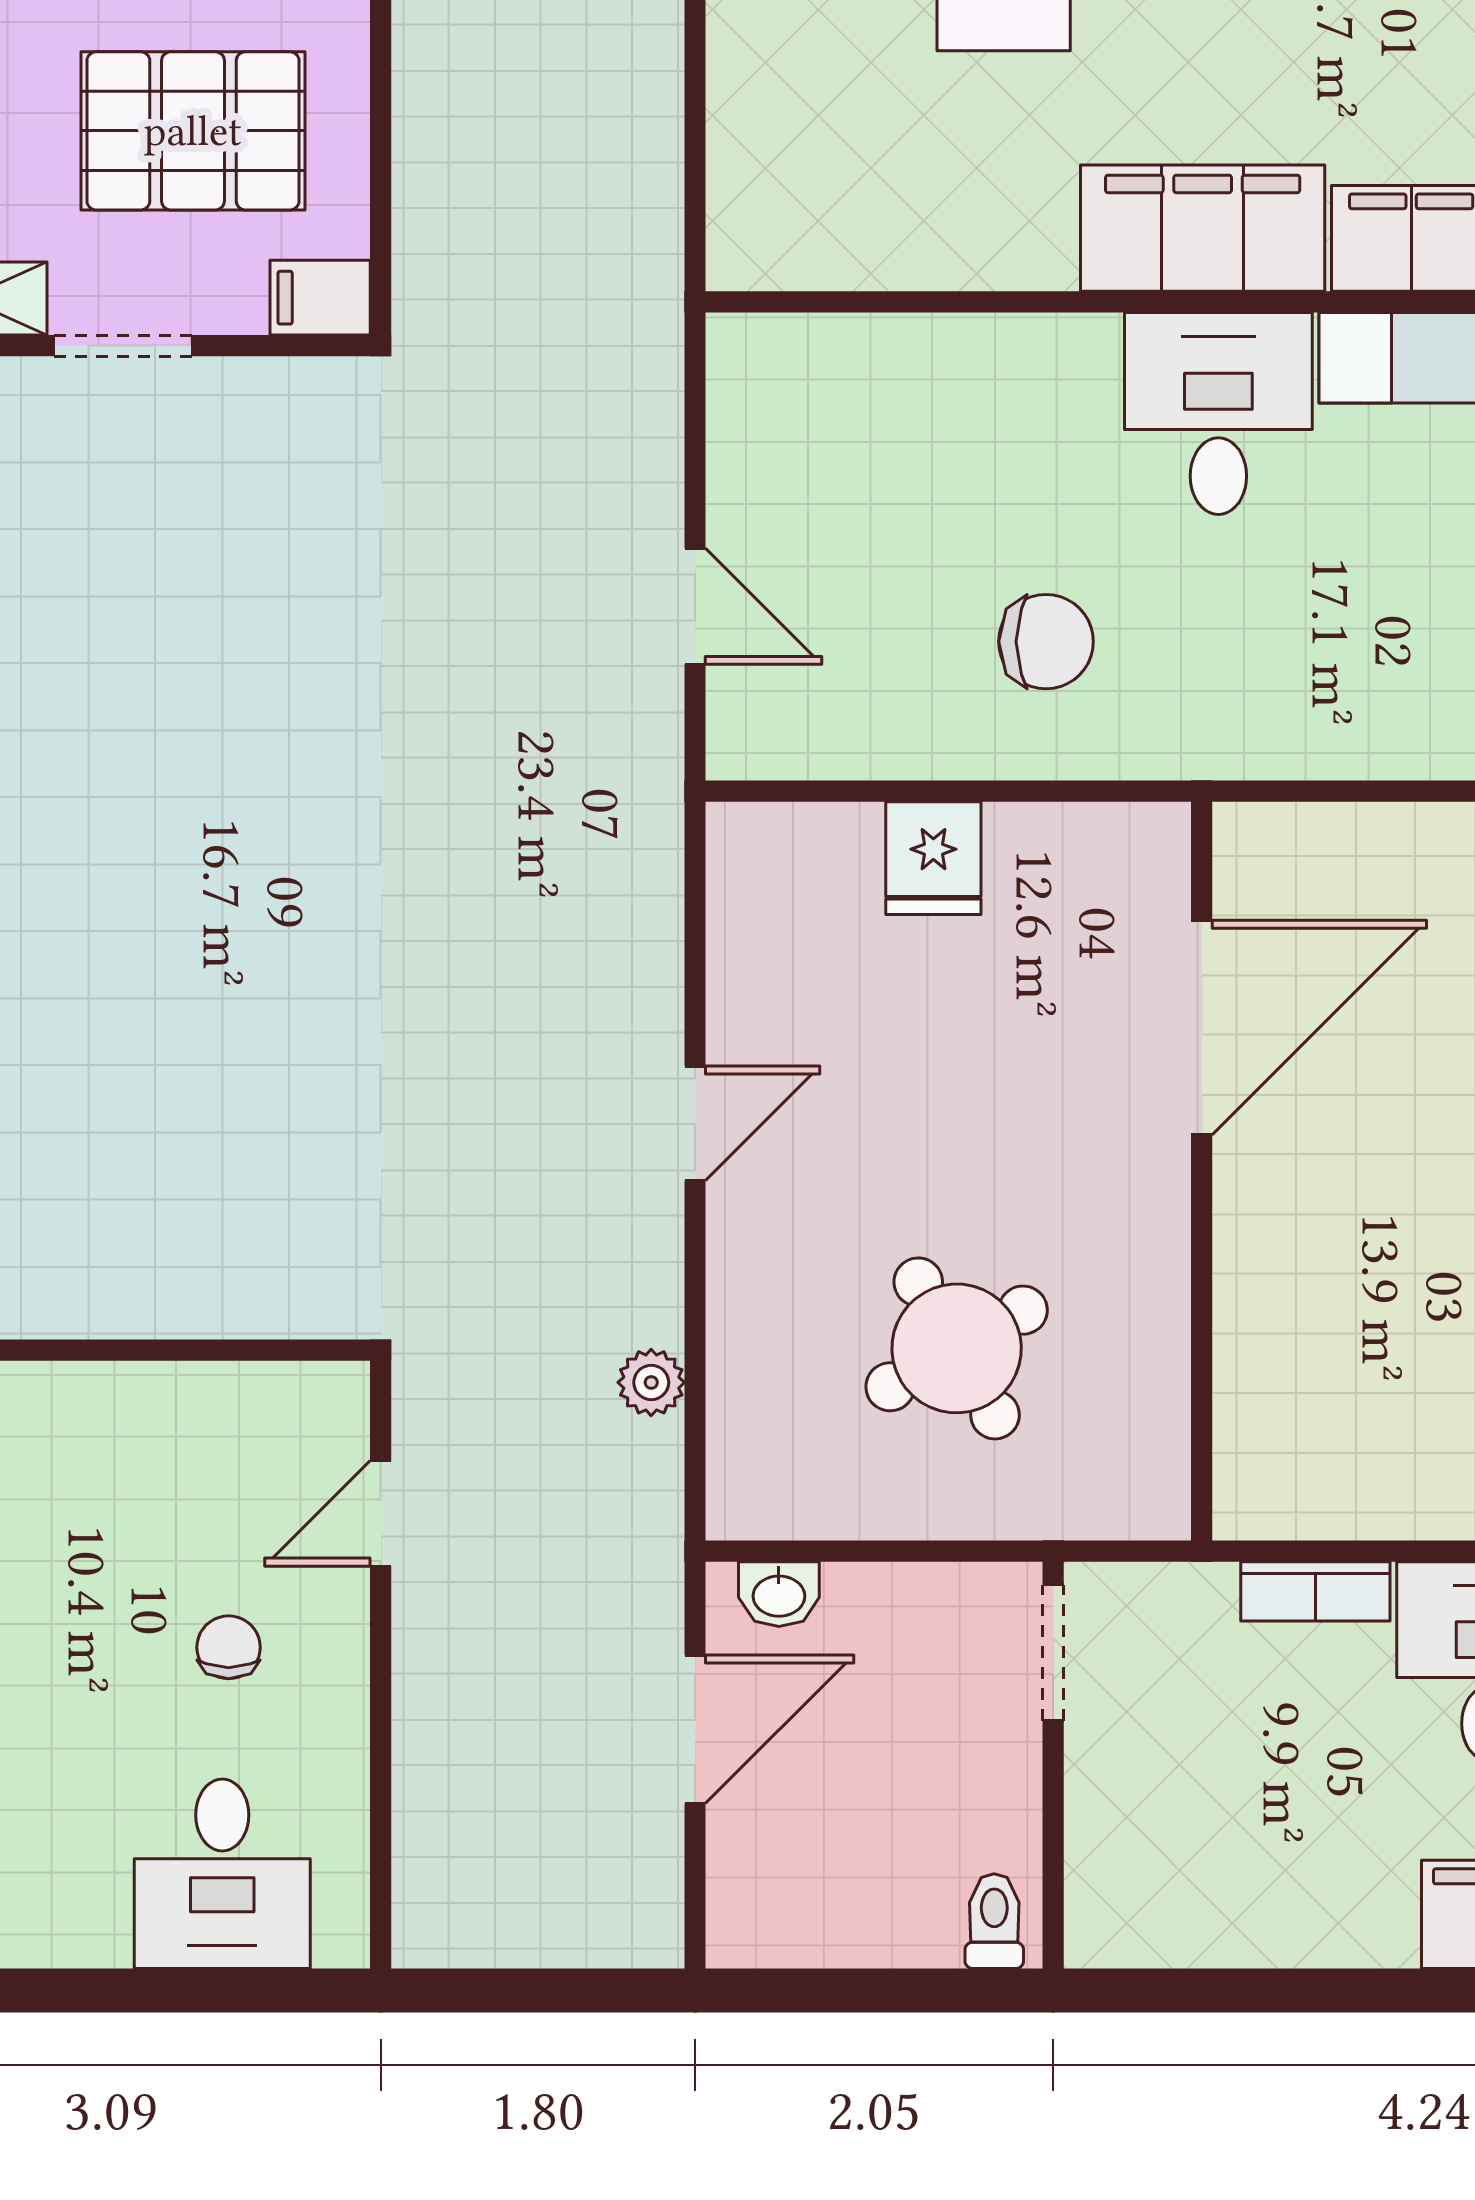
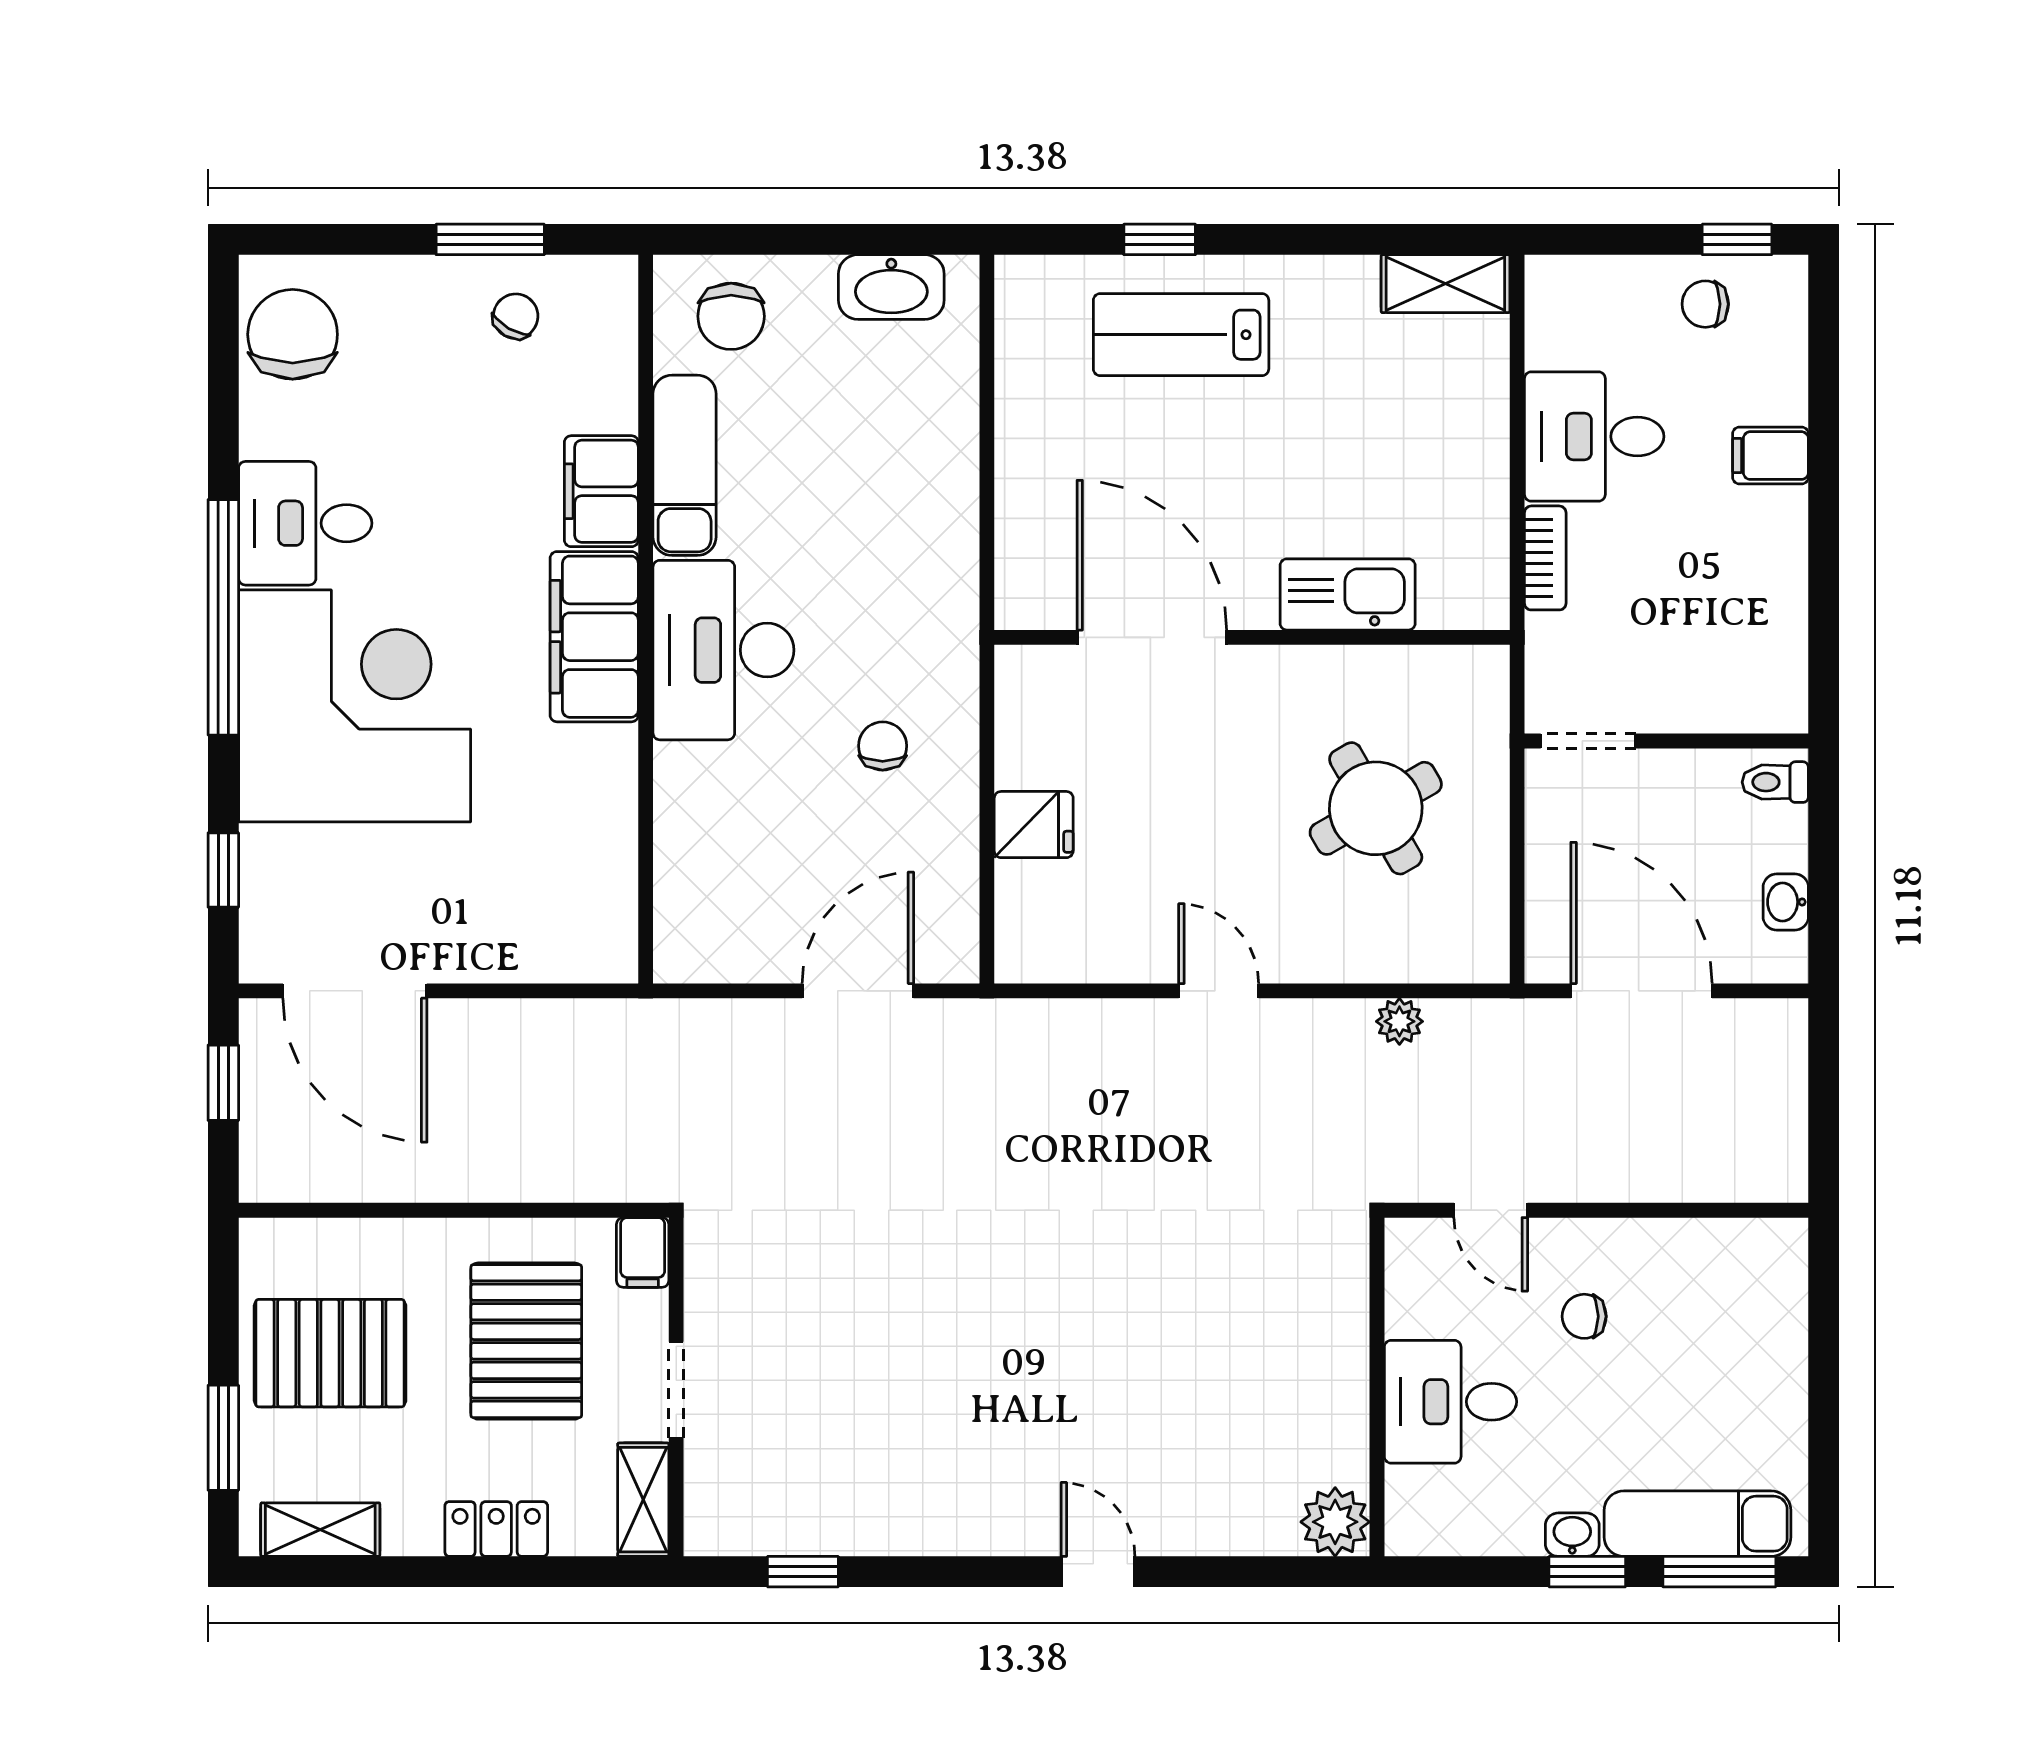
desk: (1218, 413) -> (723, 650), width x1.37
door: (695, 606) -> (858, 991), width x1.38
chair: (1046, 642) -> (883, 746), width x0.73, depth x0.73
kitchen sink: (1263, 1308) -> (1348, 594), added
washbasin: (779, 1594) -> (1786, 902), moved, turned 180
door: (695, 1729) -> (1641, 991), width x1.36
desk: (222, 1874) -> (1450, 1402), moved, turned 180

